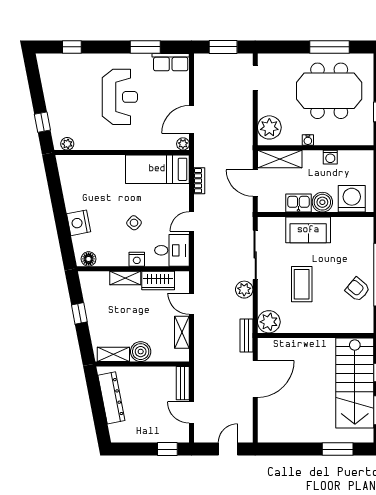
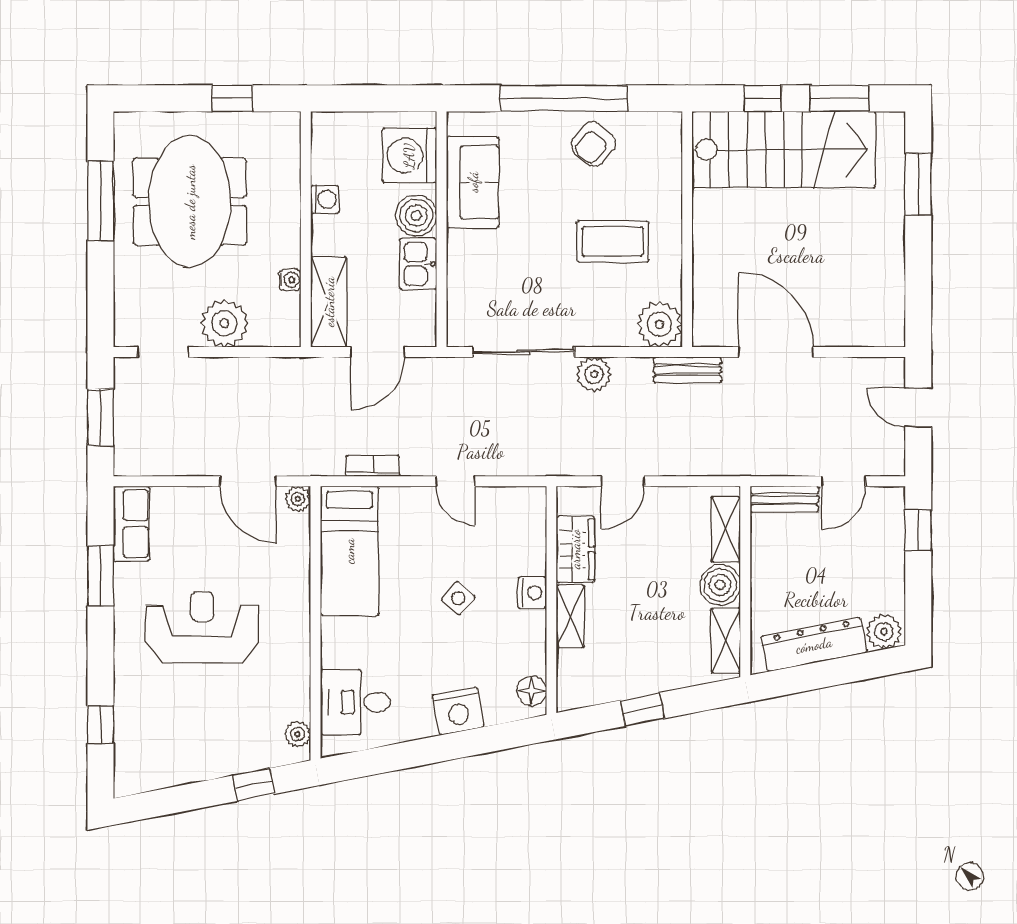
plant: (269, 127) -> (224, 323), moved
water cooler: (308, 140) -> (290, 280), moved
sofa: (308, 230) -> (473, 182), moved
desk: (172, 250) -> (355, 702), moved, turned -90
coffee table: (302, 284) -> (613, 241), moved
shelving: (182, 332) -> (726, 529), moved, turned 90
plant: (118, 432) -> (884, 632), added

